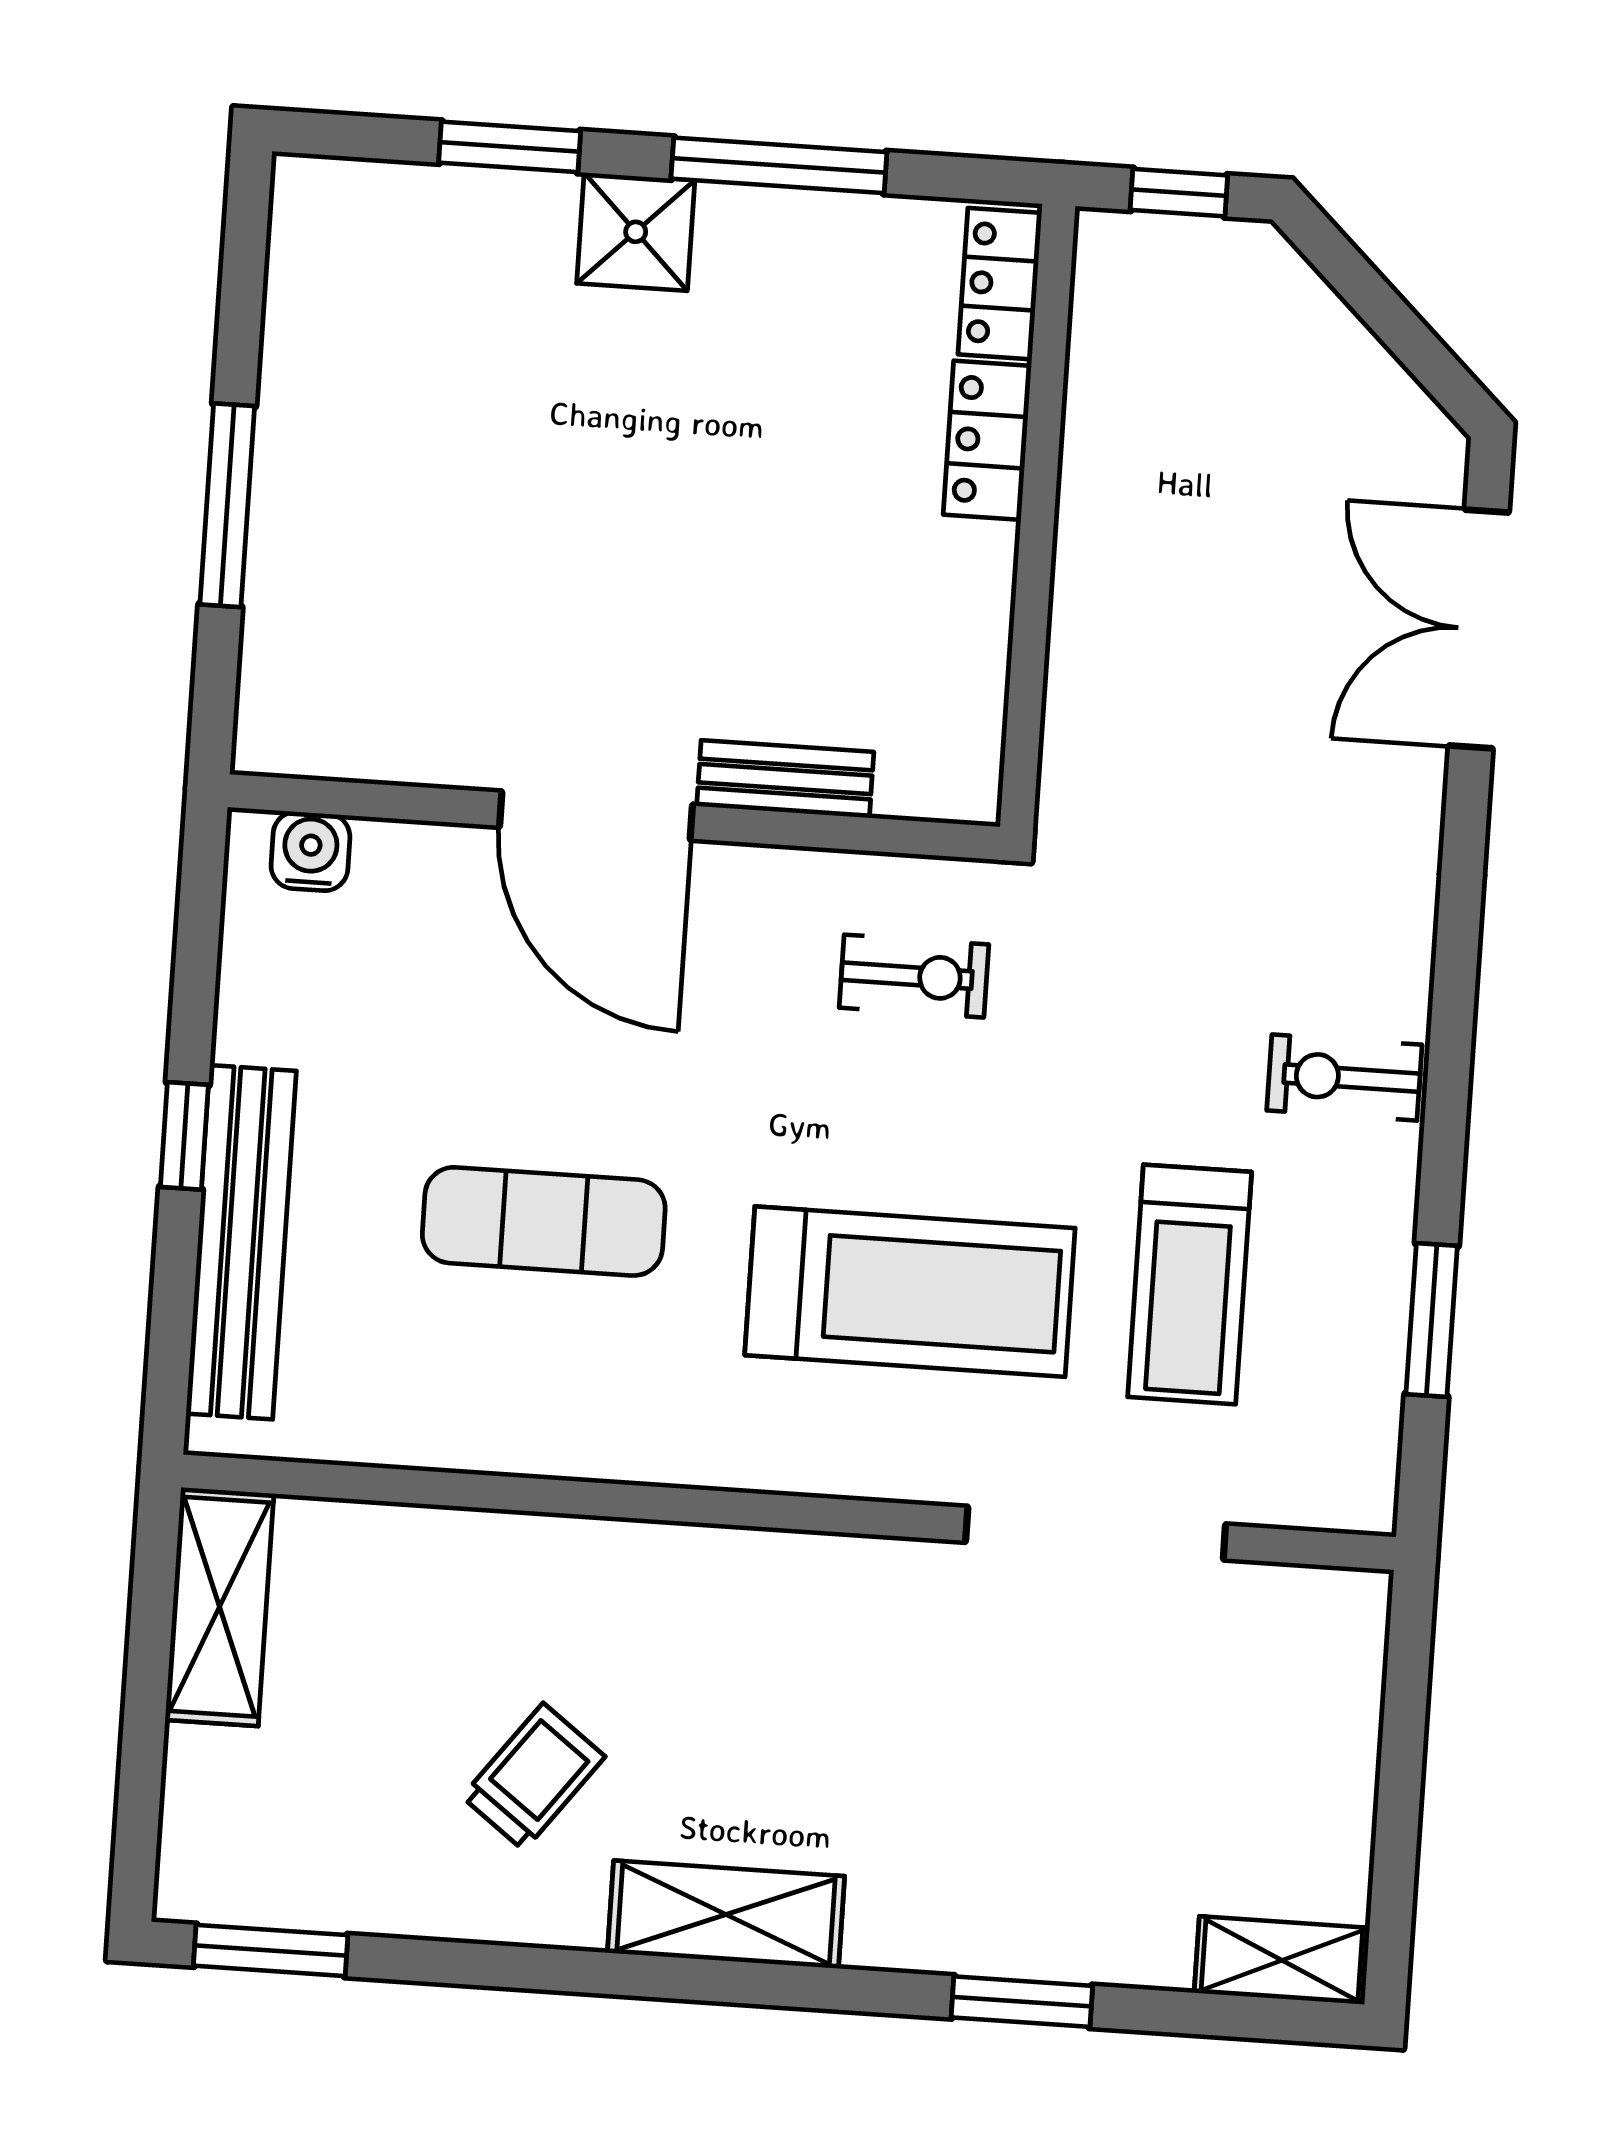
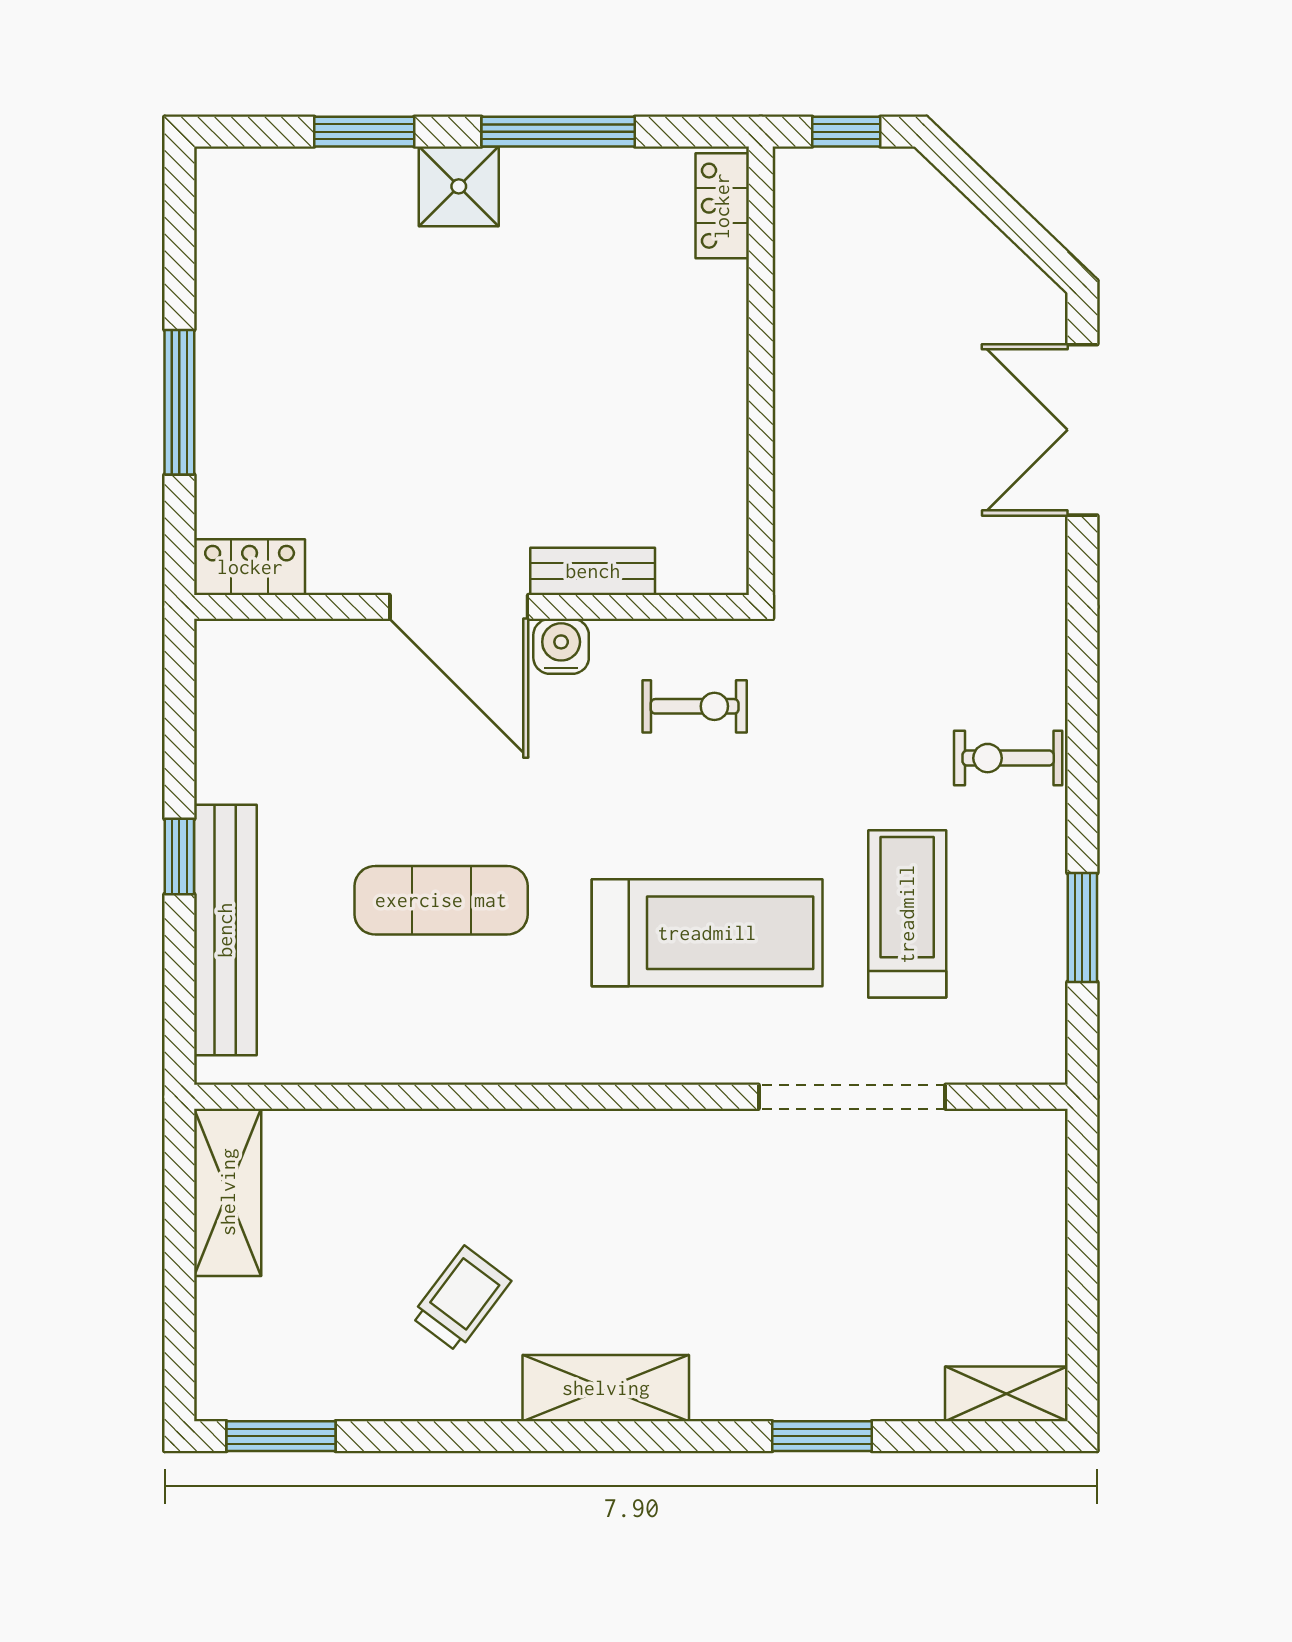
locker: (987, 440) -> (250, 567), moved, turned 90
water cooler: (310, 851) -> (561, 646), moved
treadmill: (1190, 1284) -> (907, 914), turned 180

